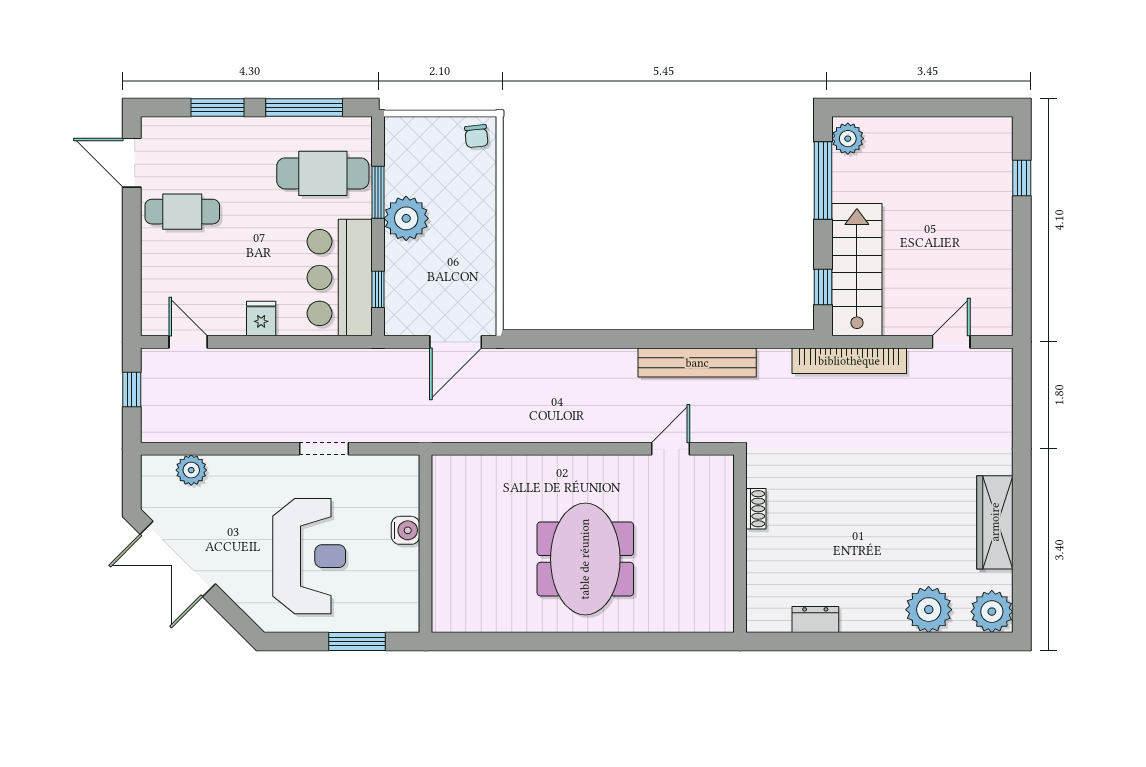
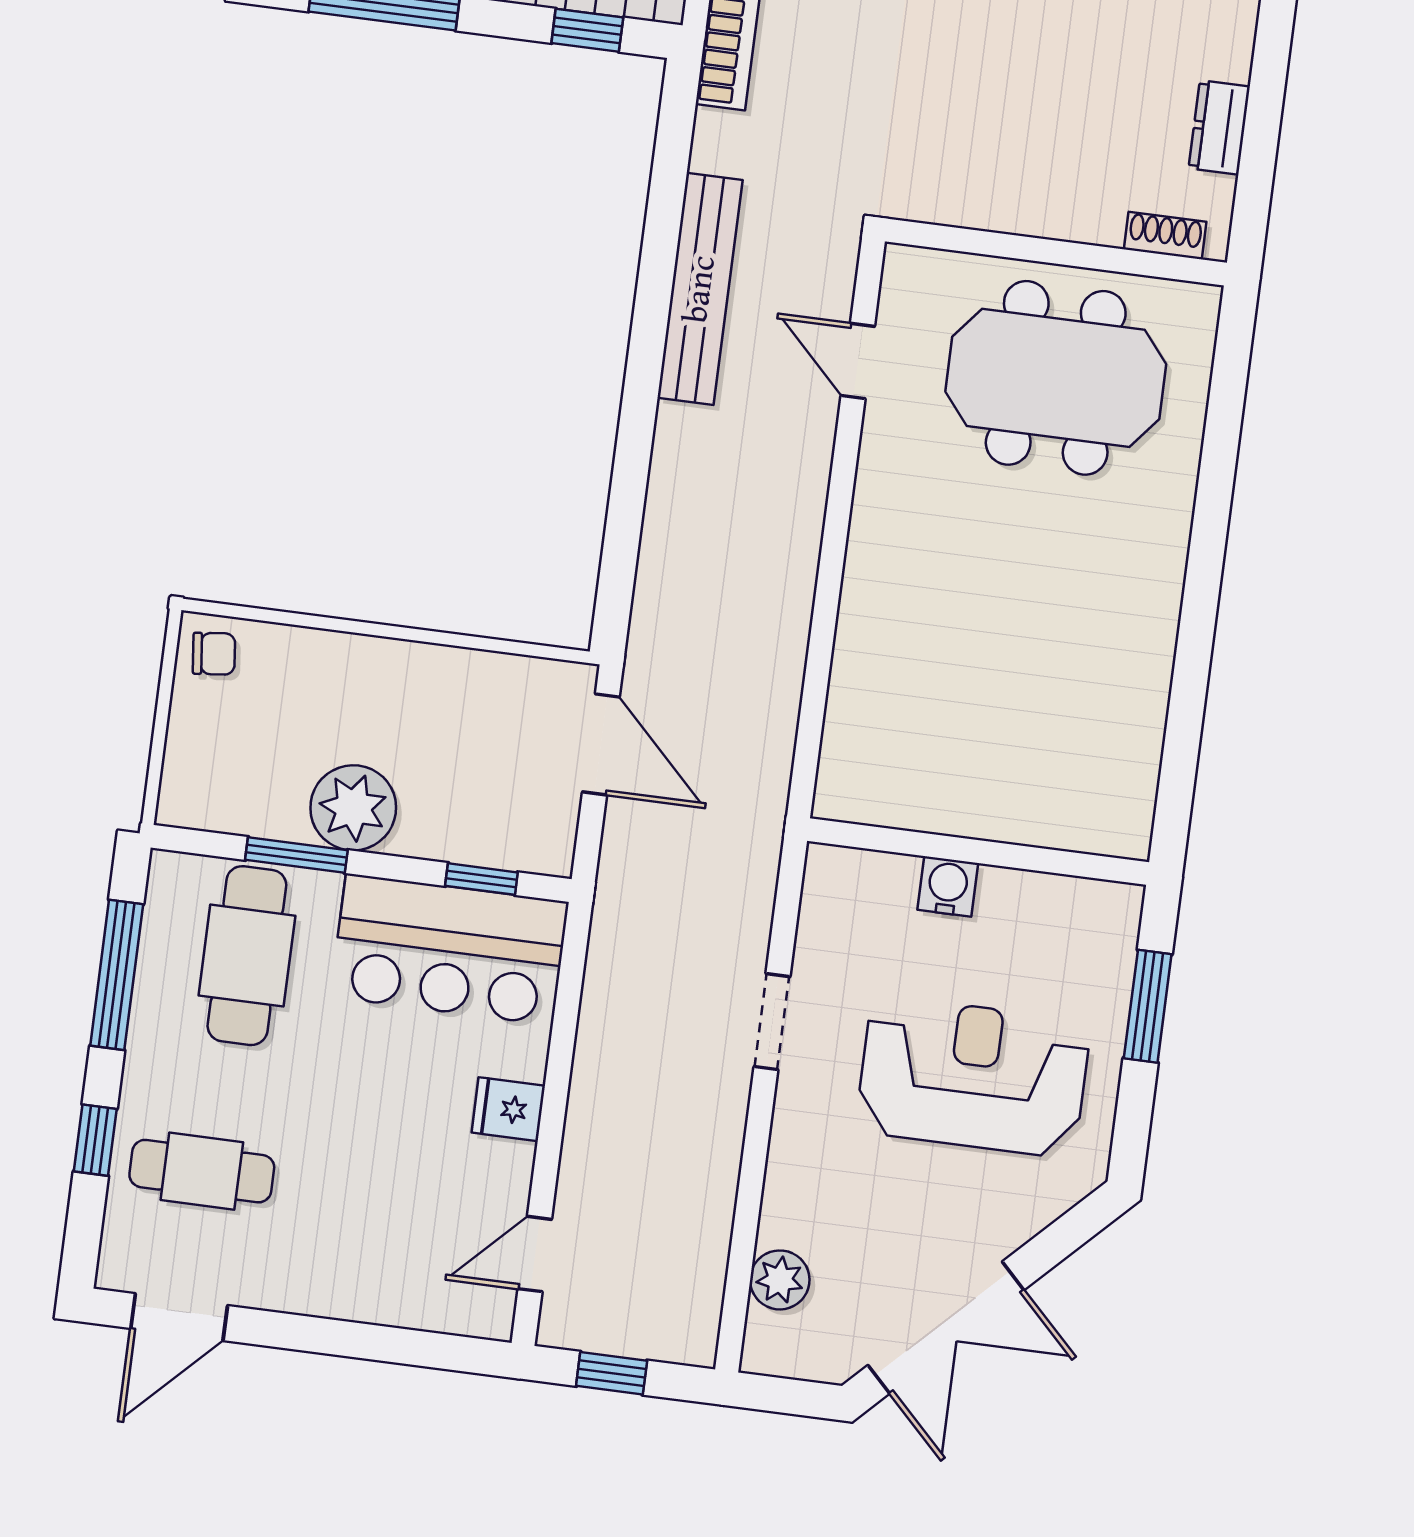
window: (217, 108) -> (95, 1140), width x0.67
cafe table: (182, 212) -> (202, 1171), moved, turned 90
shoe rack: (756, 509) -> (1165, 236), moved
meeting table: (585, 559) -> (1056, 378), moved

